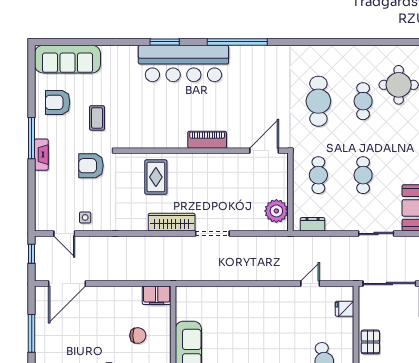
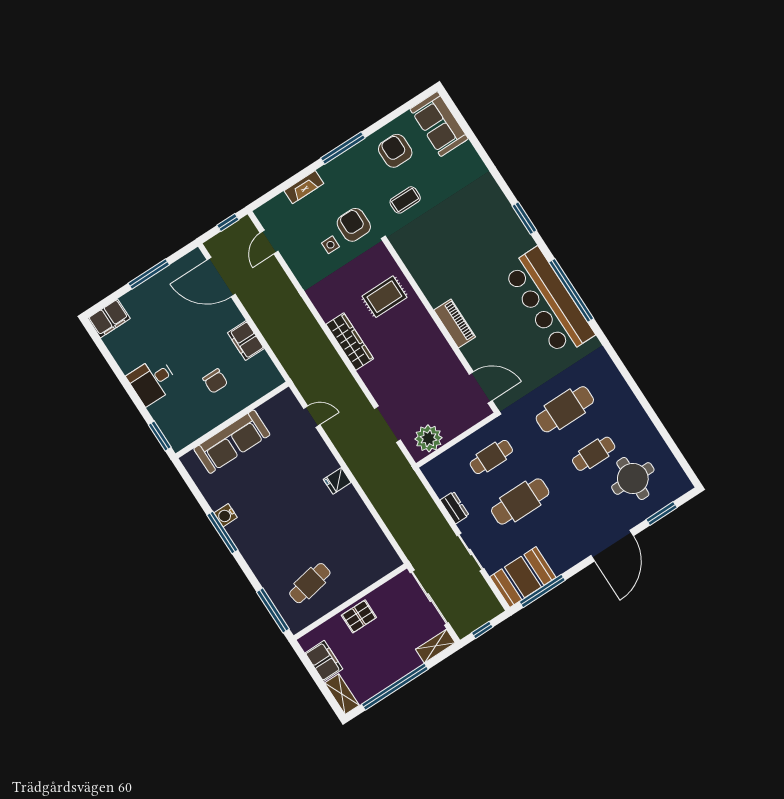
sofa: (68, 59) -> (439, 124), width x0.73
bar counter: (183, 63) -> (549, 302), moved
fireplace: (41, 155) -> (304, 187), moved
cafe table: (363, 175) -> (520, 501), width x1.37, depth x1.35
side table: (85, 217) -> (330, 245), moved
dresser: (313, 224) -> (455, 508), moved
doorway: (212, 234) -> (387, 424), moved
door: (310, 284) -> (312, 417), moved
filing cabinet: (157, 295) -> (246, 341), moved
fridge: (345, 309) -> (337, 481), moved, turned -90

